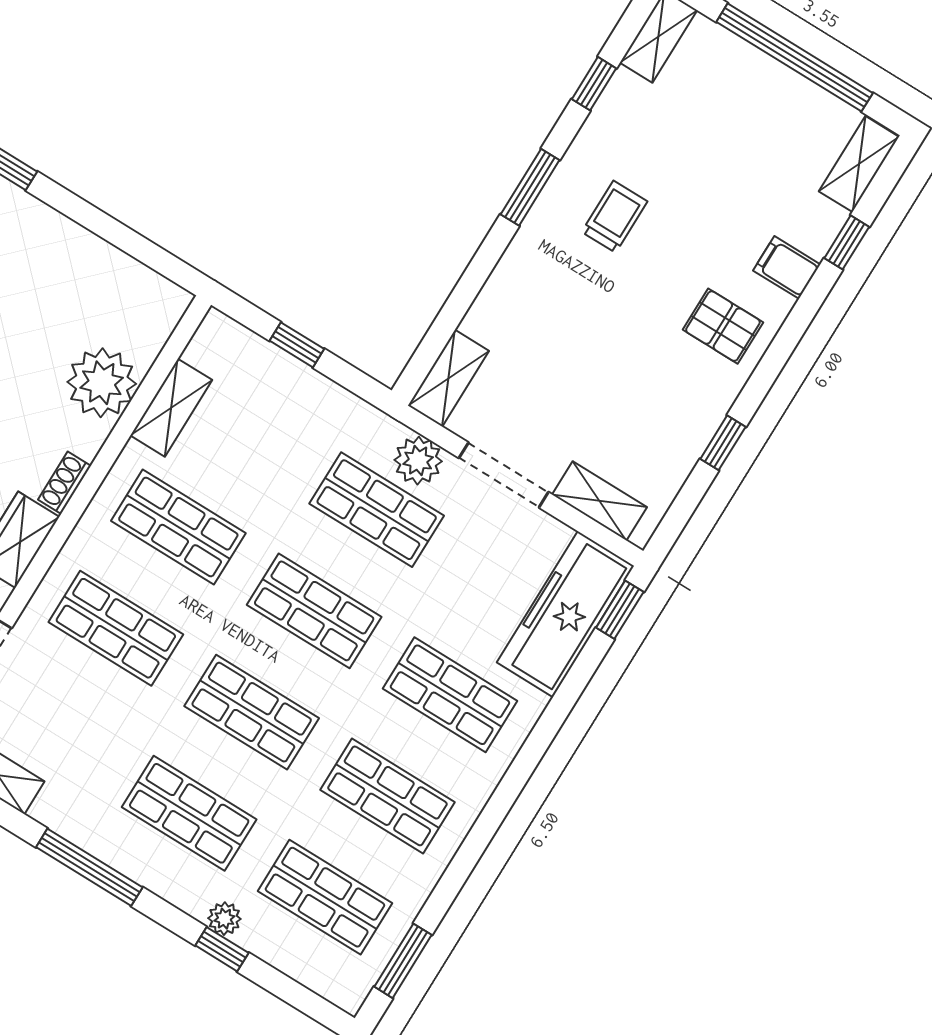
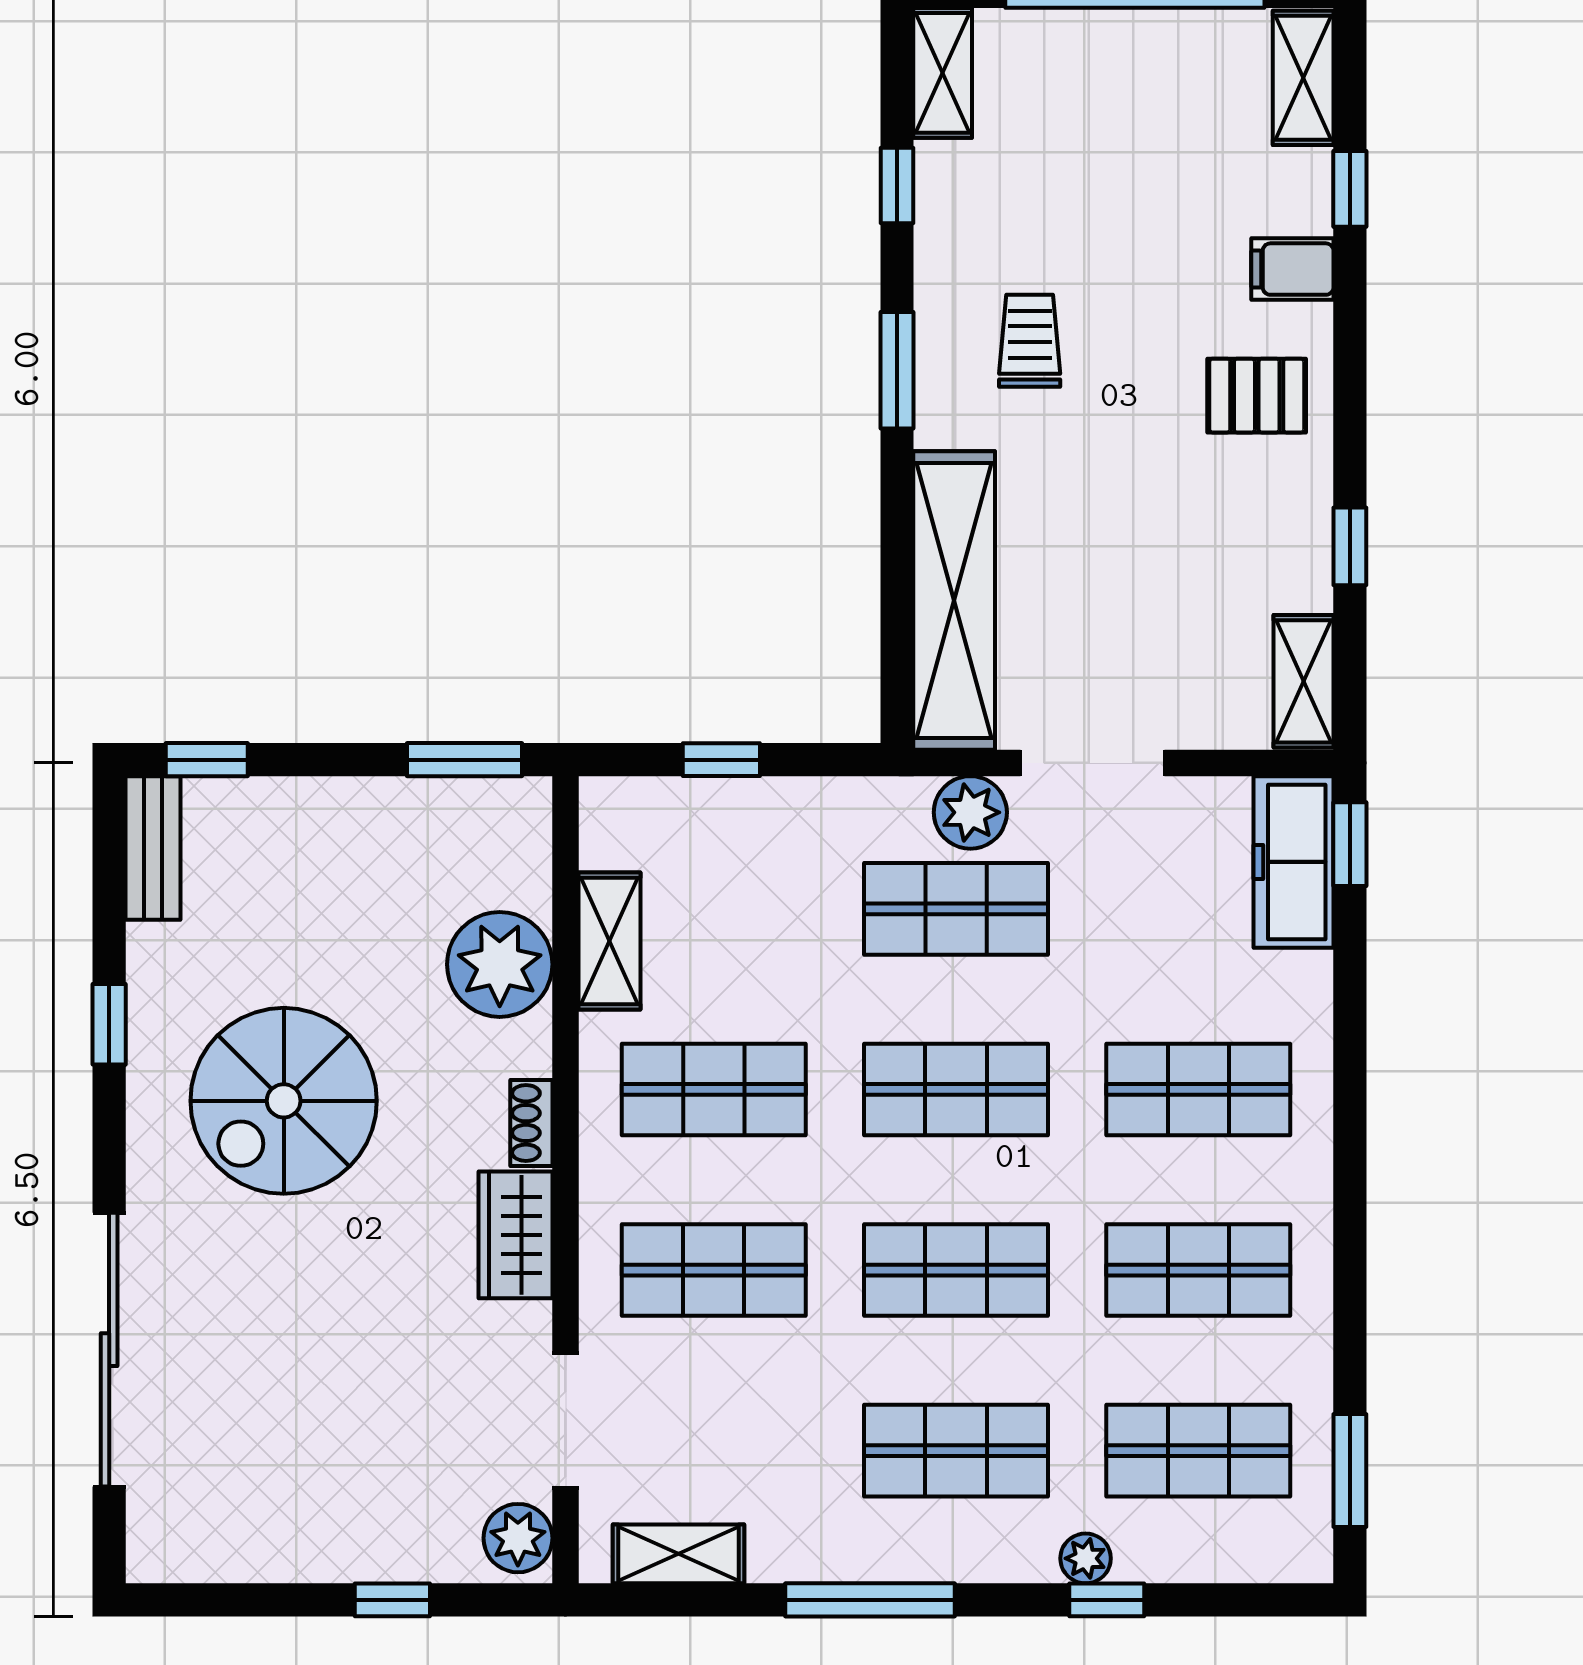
window: (153, 256) -> (465, 760), added
shelving: (448, 378) -> (954, 600), width x2.20, depth x1.33
shelving: (600, 501) -> (1304, 681), moved, turned 90
freezer: (565, 614) -> (1294, 862), width x0.73, depth x0.79

